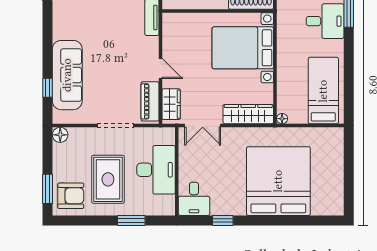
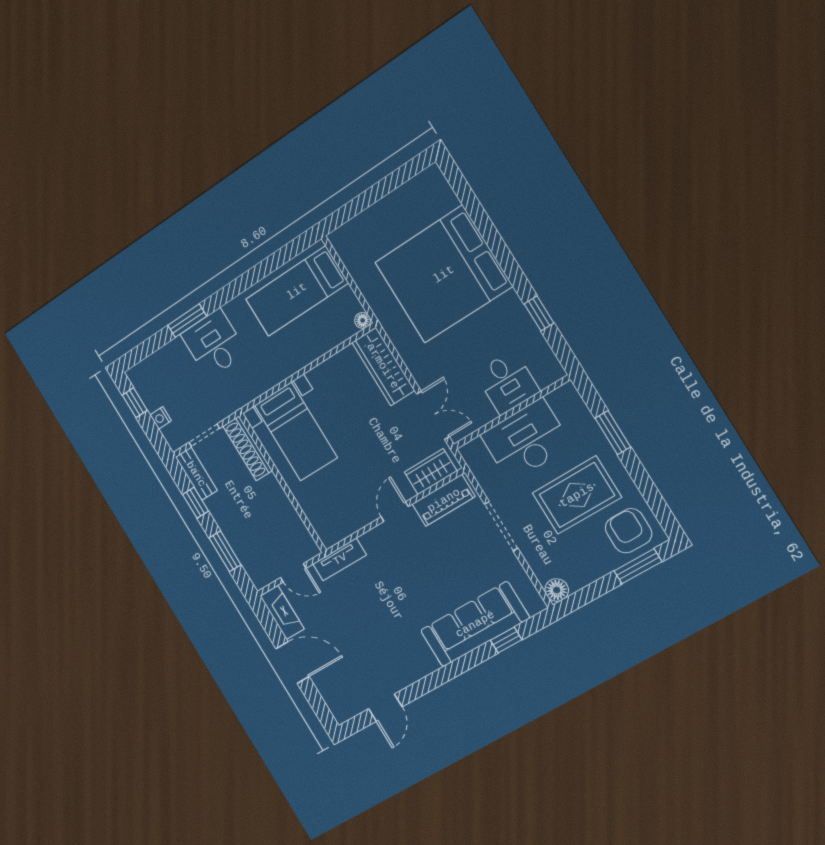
bed with nightstands: (243, 48) -> (296, 432), width x0.73
desk: (194, 199) -> (507, 382), moved, turned 90

